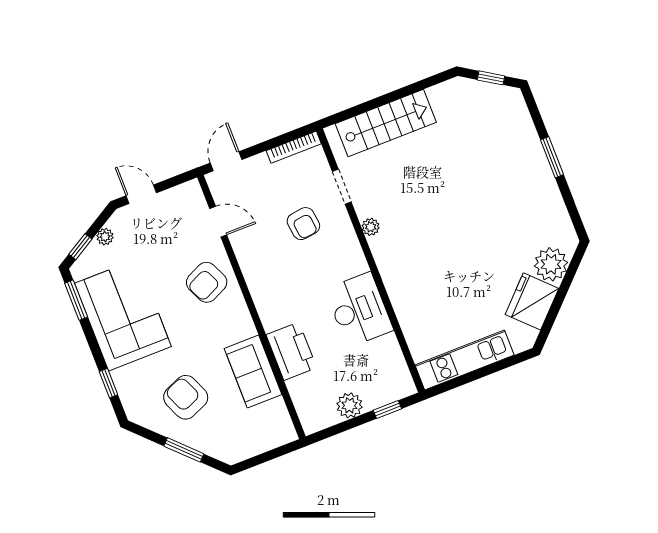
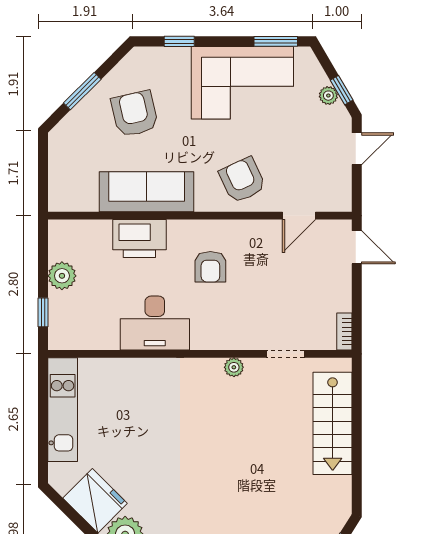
bookcase: (294, 147) -> (344, 332), width x0.64
armchair: (303, 224) -> (210, 267), moved, turned -83
window: (80, 247) -> (342, 90), moved
sofa: (253, 372) -> (147, 192), width x1.36
armchair: (186, 397) -> (135, 114), turned -80

